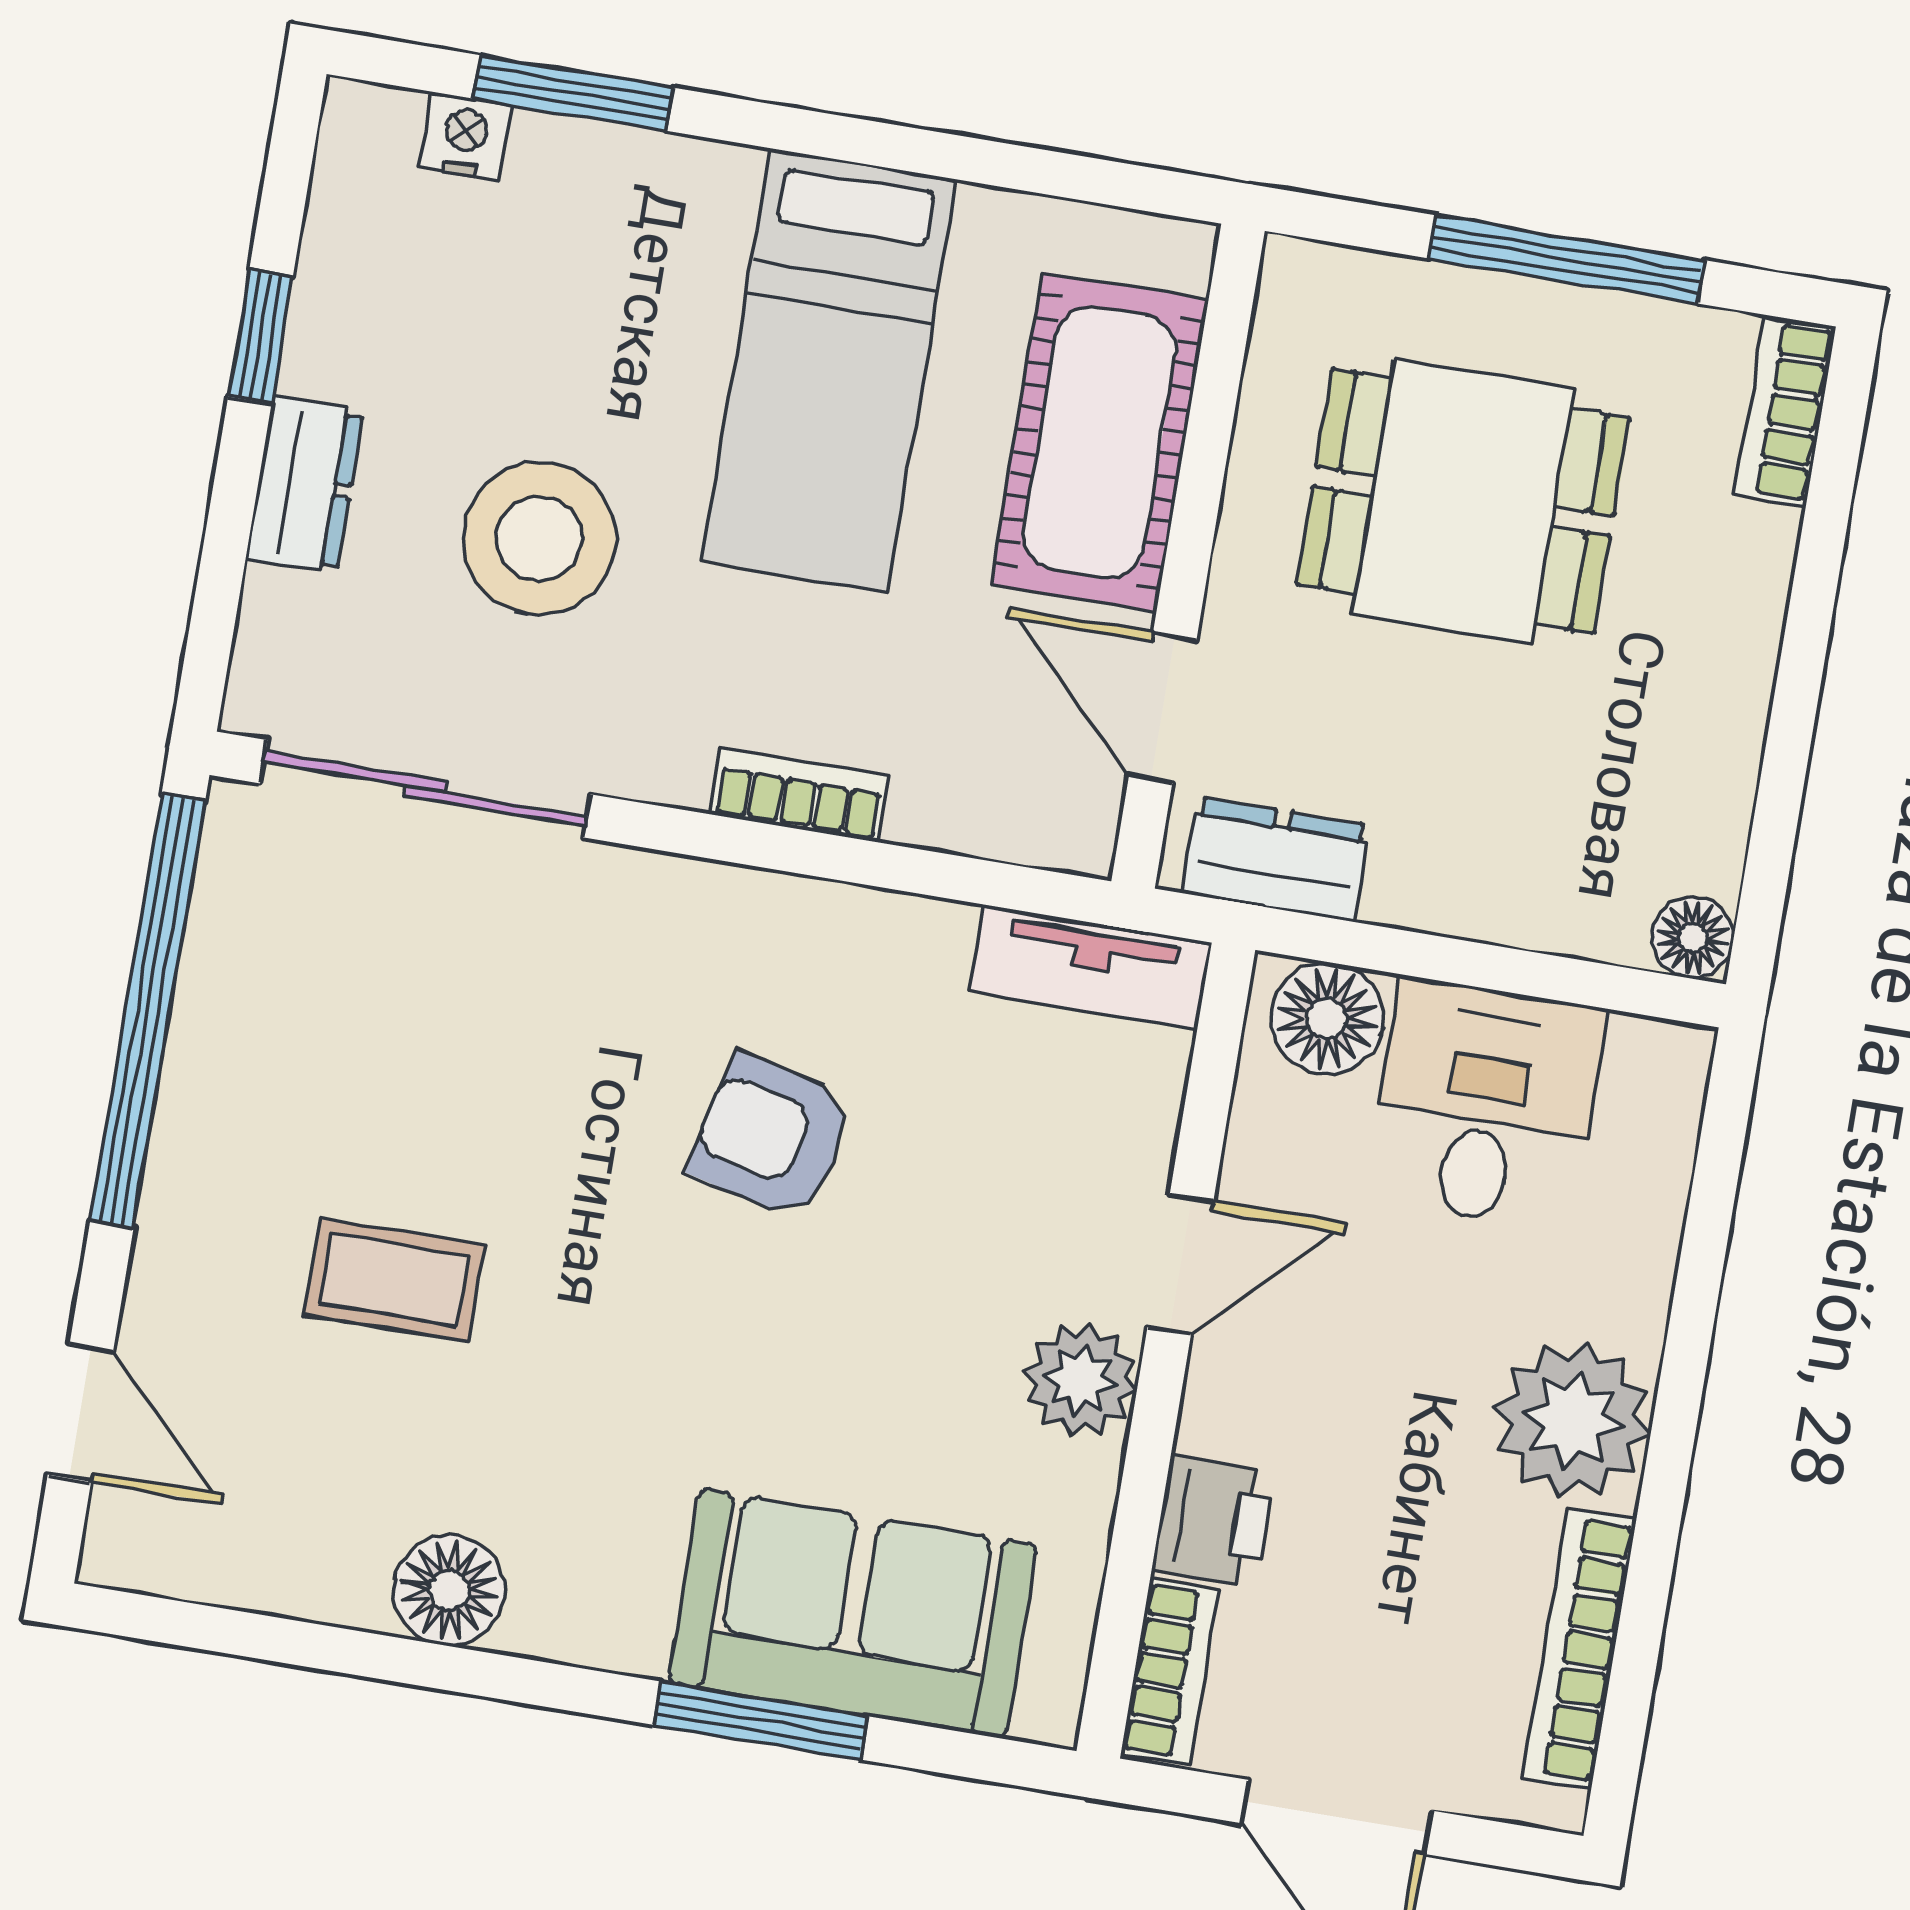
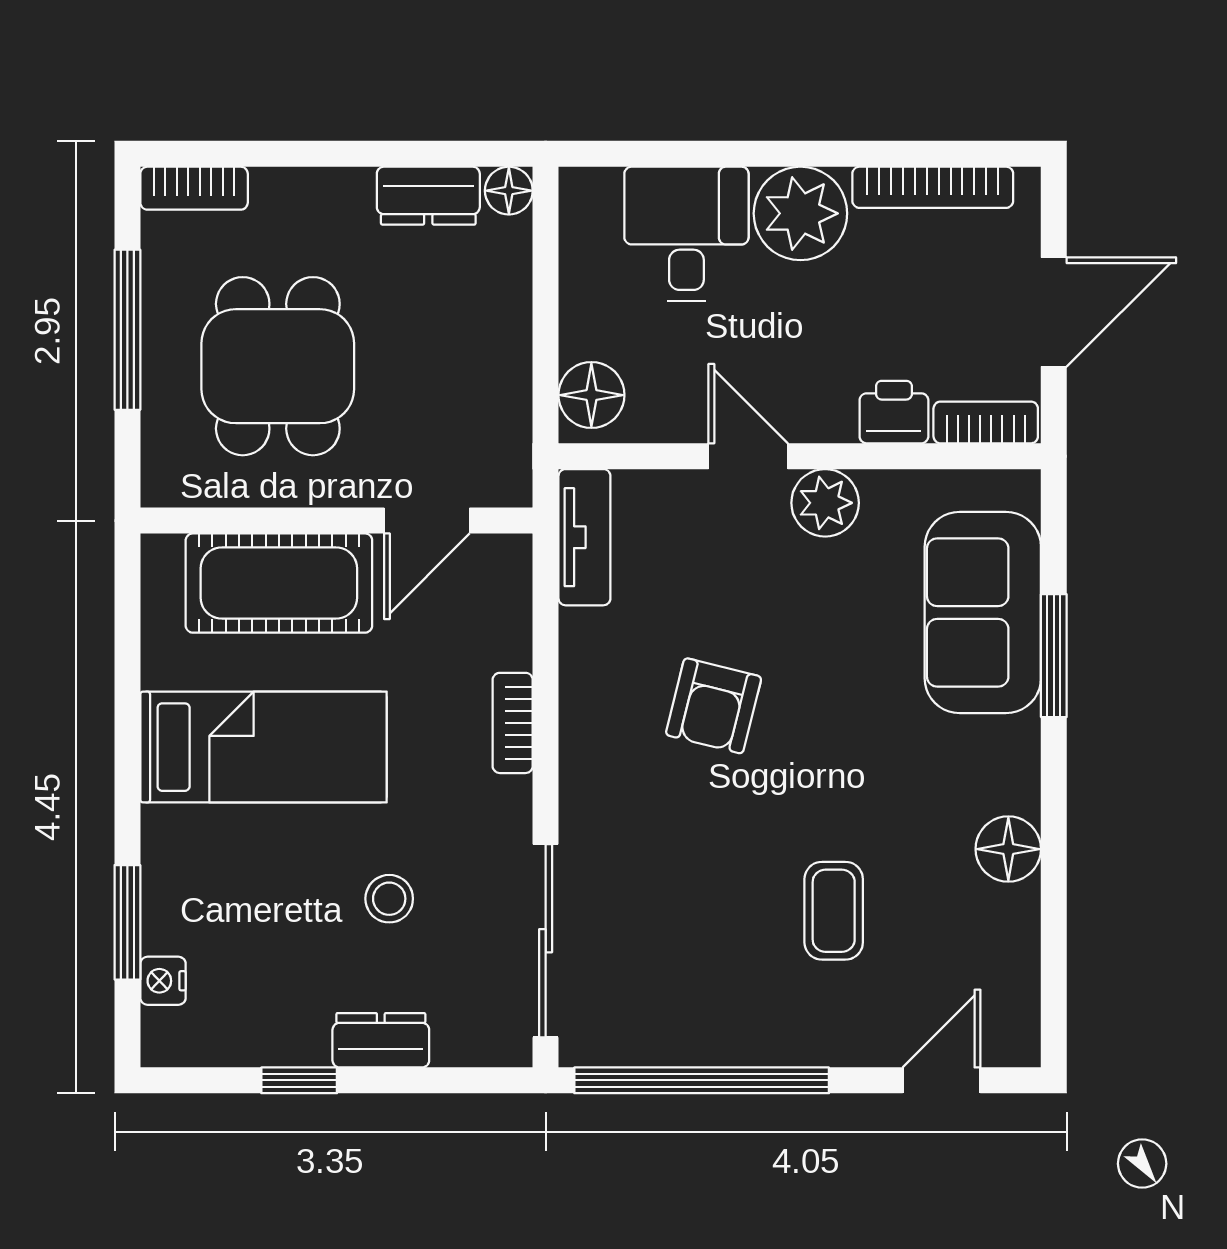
stool: (539, 538) -> (389, 899), width x0.53, depth x0.53
dresser: (1276, 859) -> (428, 196), moved, turned -90
desk: (1485, 1104) -> (686, 234), moved, turned 90

